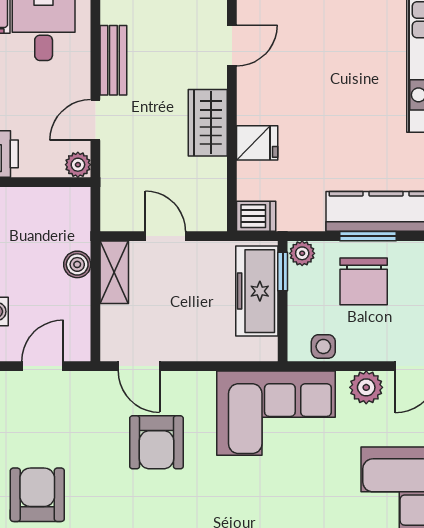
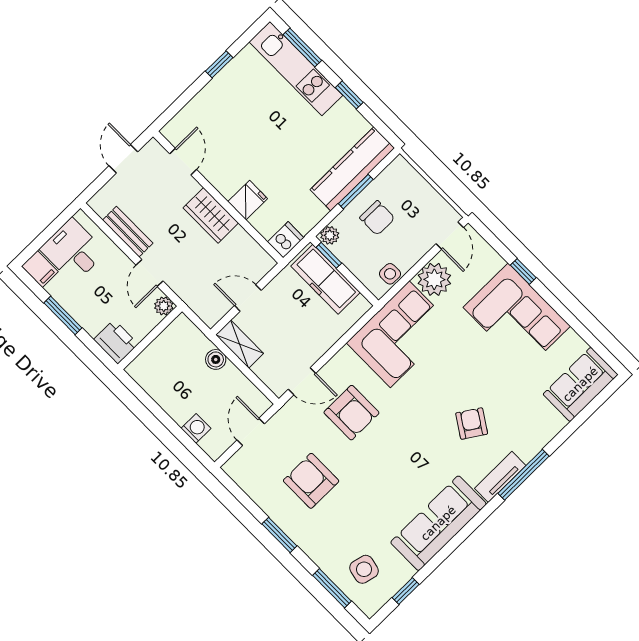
chair: (364, 281) -> (377, 218), width x0.73, depth x0.73
plant: (366, 387) -> (434, 279), width x1.36, depth x1.36
armchair: (37, 495) -> (311, 481), moved

